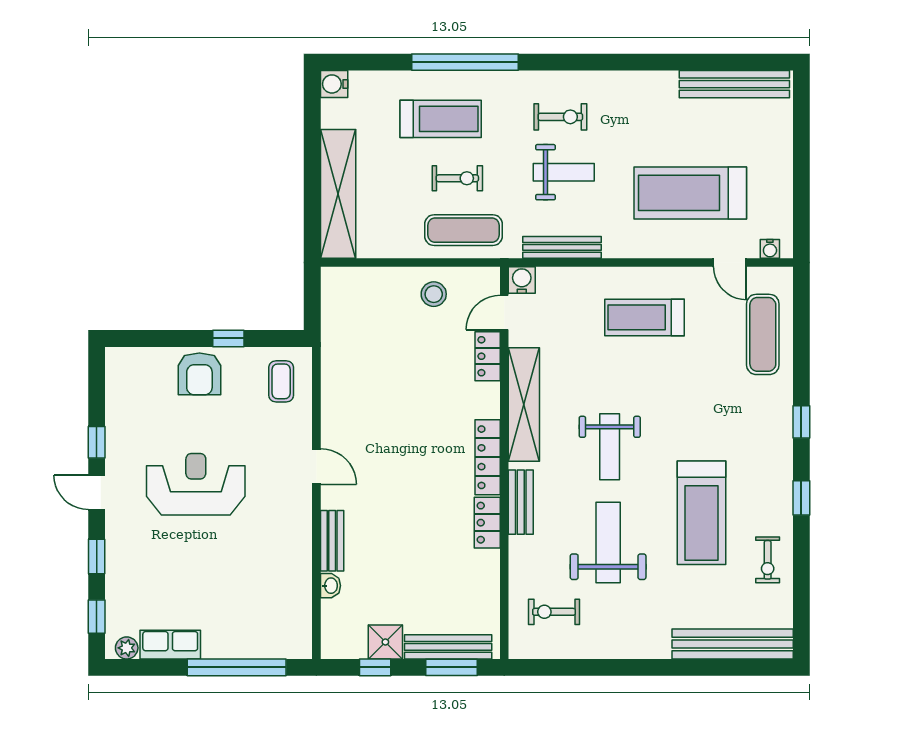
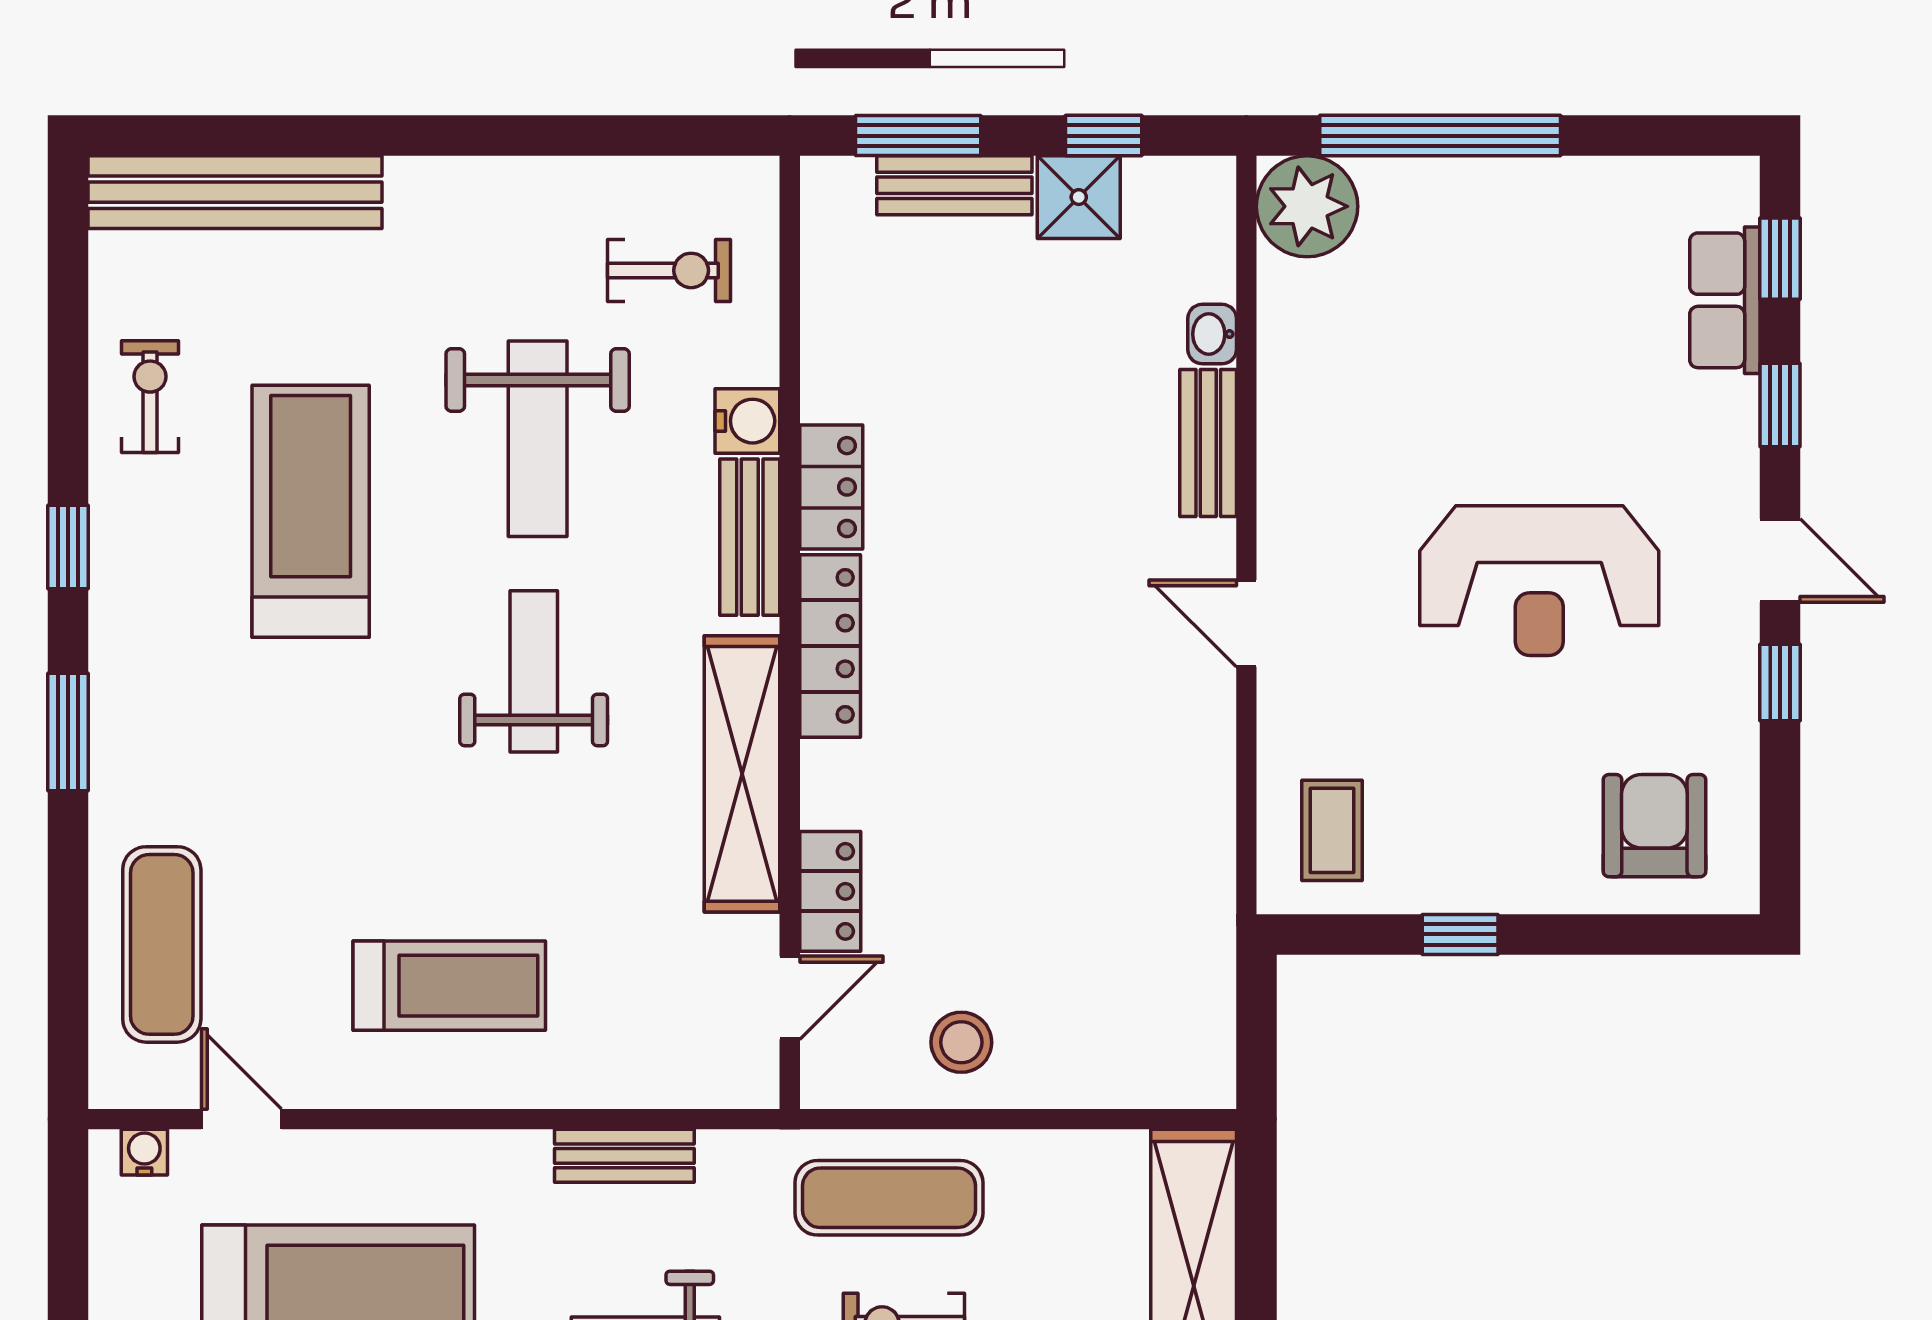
bench: (562, 247) -> (624, 1156), width x0.73
water cooler: (522, 280) -> (747, 421), moved, turned -90
armchair: (199, 374) -> (1654, 826), moved
window: (801, 422) -> (68, 732), width x1.50
row of seats: (170, 645) -> (1725, 300), moved, turned 90
bench: (448, 647) -> (954, 185), width x0.73
plant: (127, 648) -> (1307, 206), moved, width x1.88, depth x1.88

